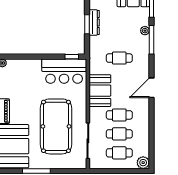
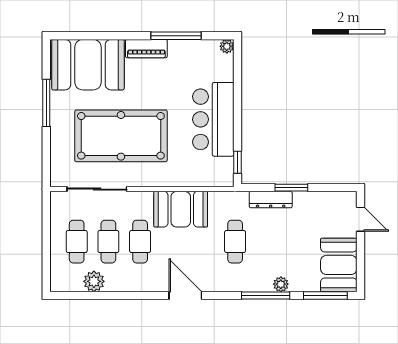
dresser: (94, 23) -> (271, 200), moved
bar counter: (64, 71) -> (213, 119), moved
plant: (143, 163) -> (94, 281), moved

